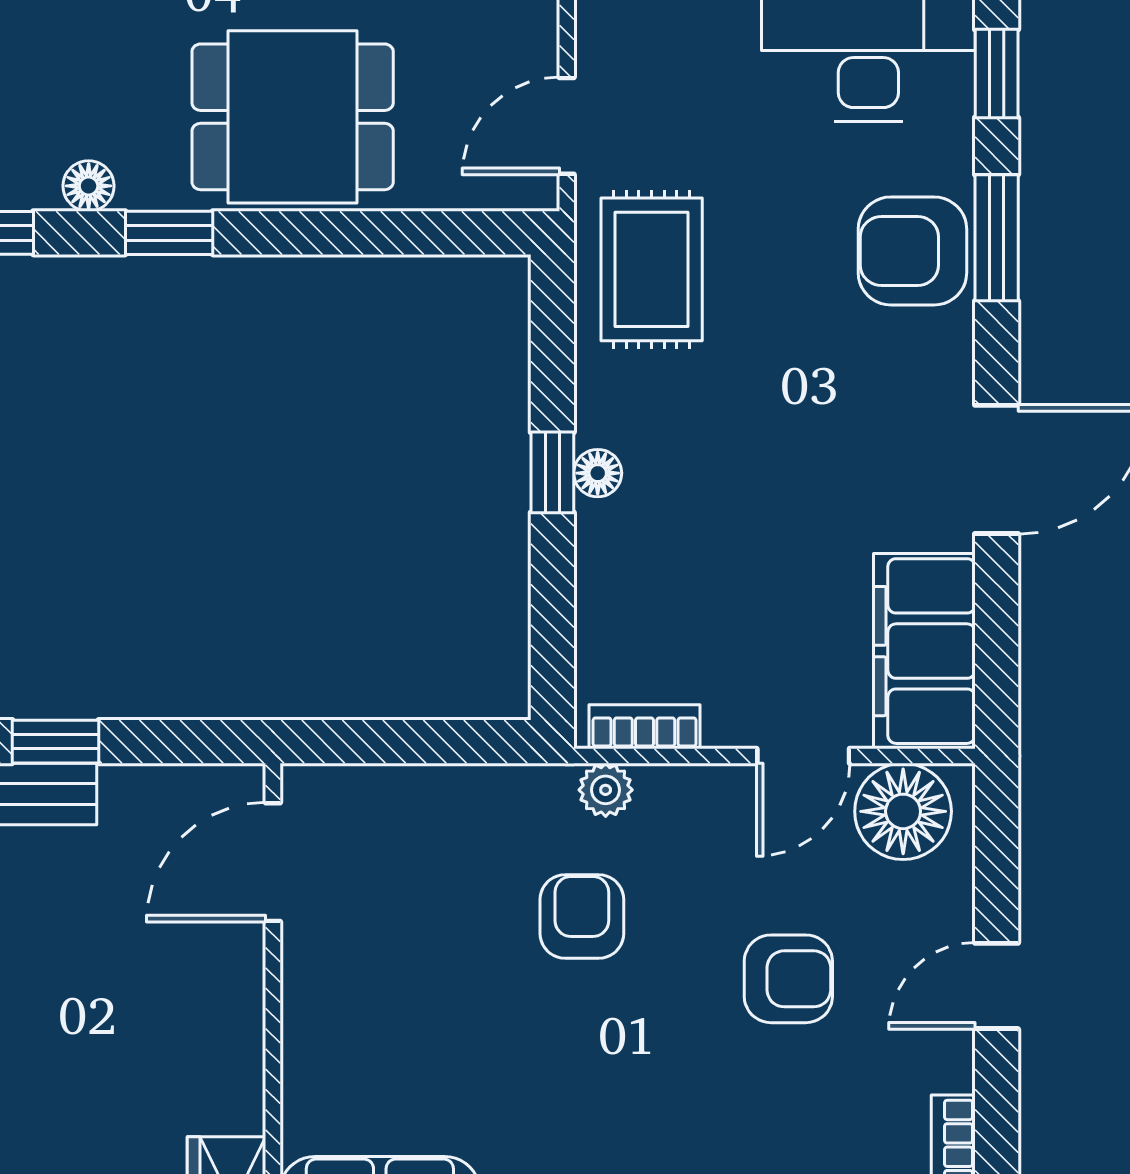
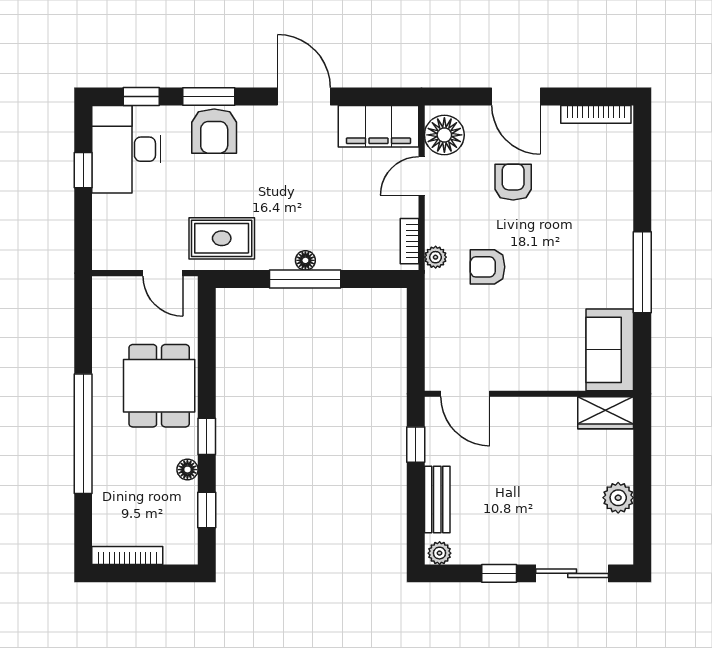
window: (552, 472) -> (305, 279), width x2.17
window: (55, 742) -> (416, 445), moved
door: (803, 756) -> (422, 176), swing flipped
door: (997, 986) -> (516, 97), width x1.37

